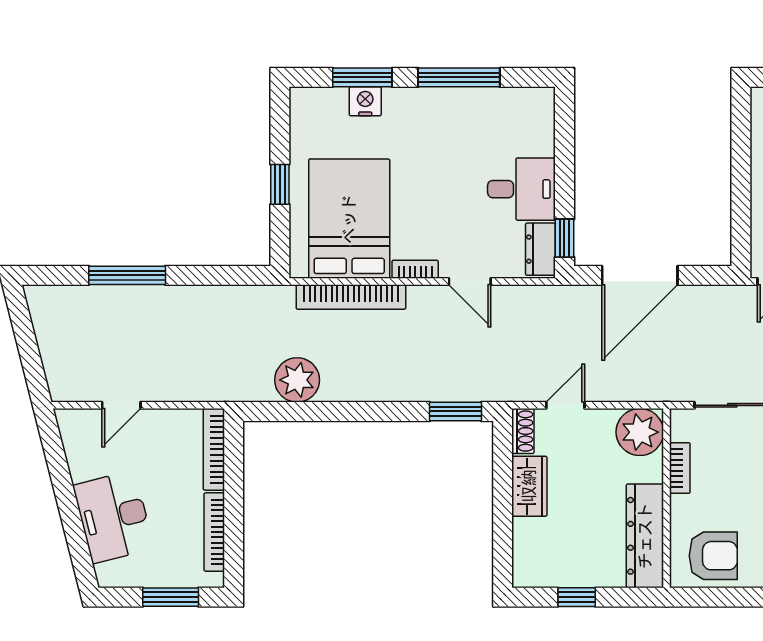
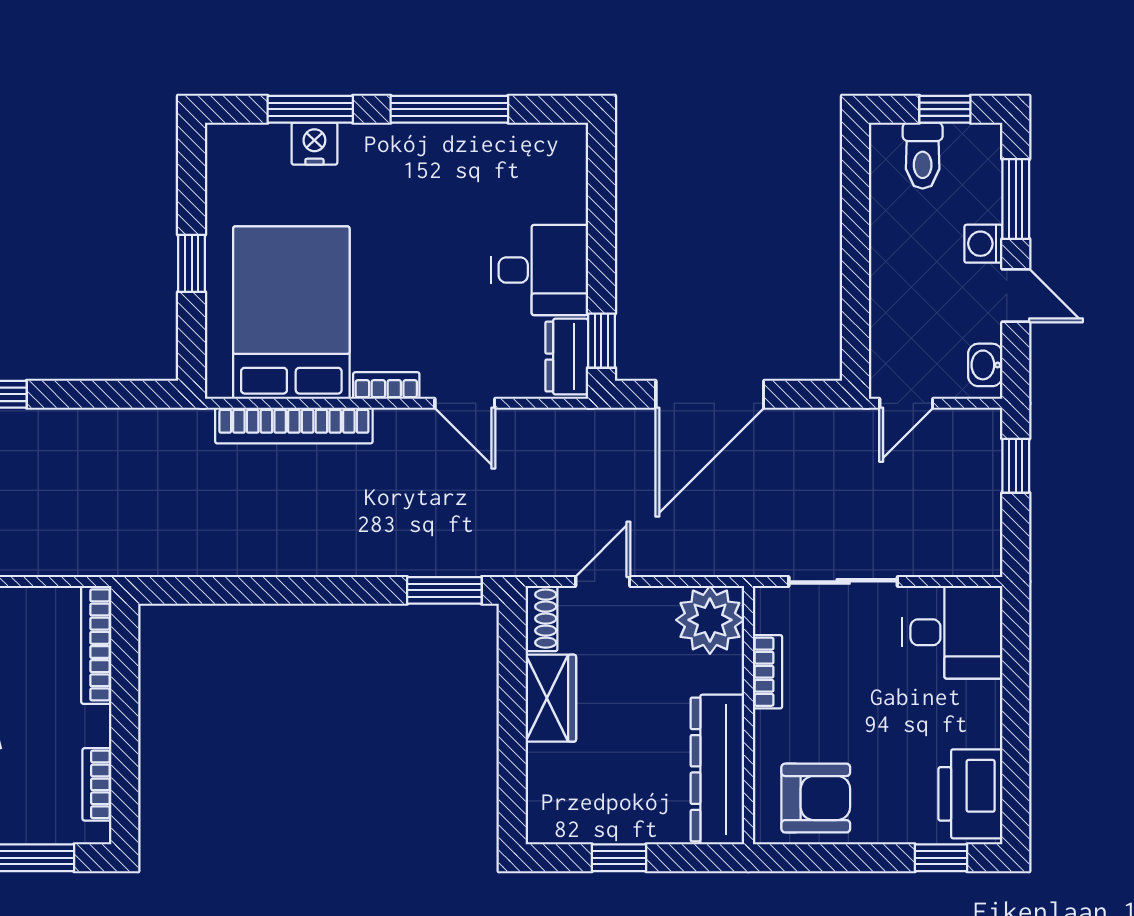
plant: (297, 380) -> (216, 545), removed
bookcase: (214, 532) -> (97, 784), width x0.64

